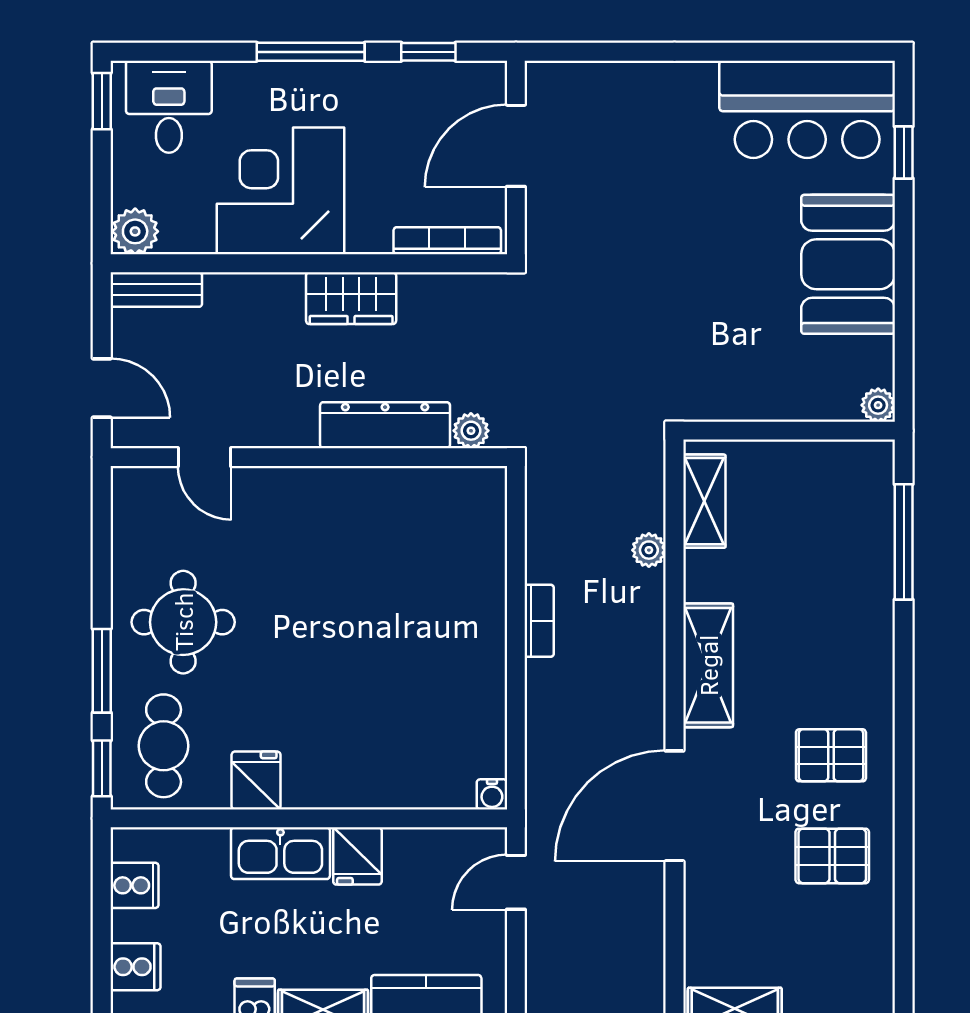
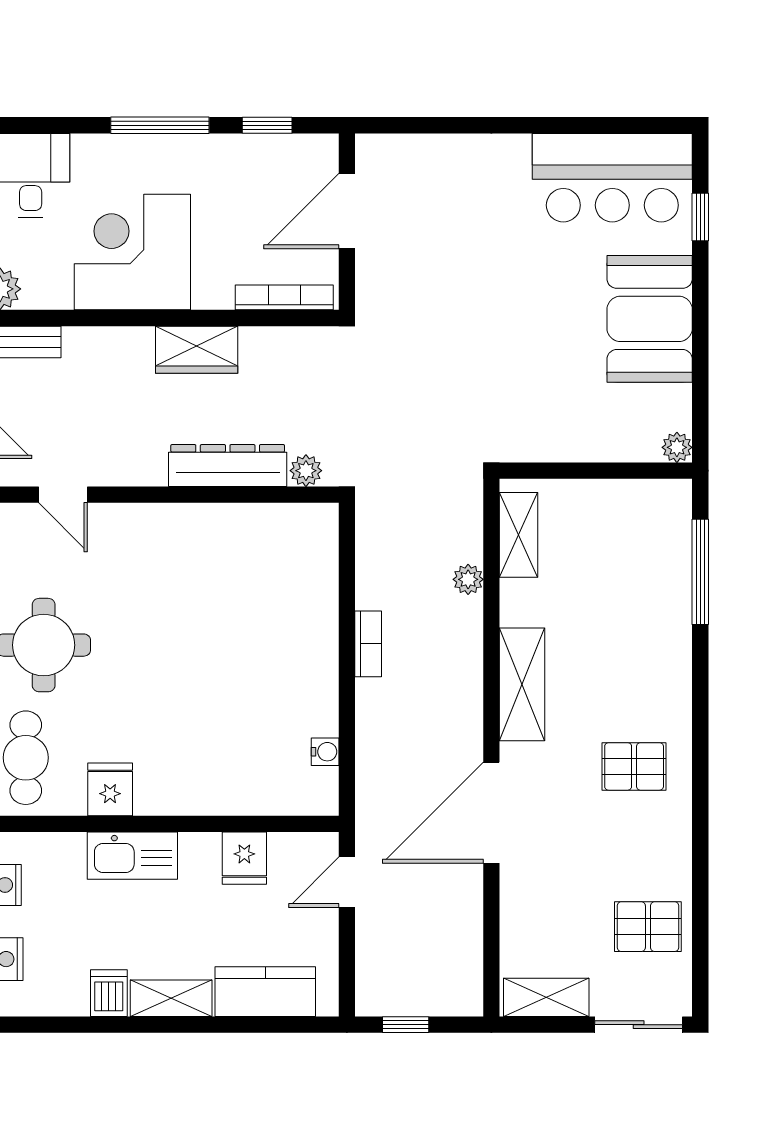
water cooler: (492, 794) -> (325, 752), moved, turned -90
fridge: (357, 856) -> (244, 858), moved
pallet: (832, 856) -> (648, 927), moved

